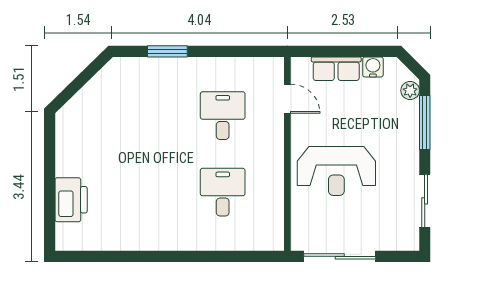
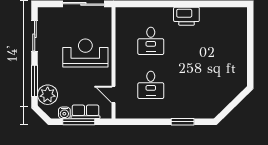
window: (348, 51) -> (79, 122), added
plant: (410, 91) -> (48, 95), width x1.87, depth x1.87
printer: (71, 200) -> (186, 16), moved, turned -90

